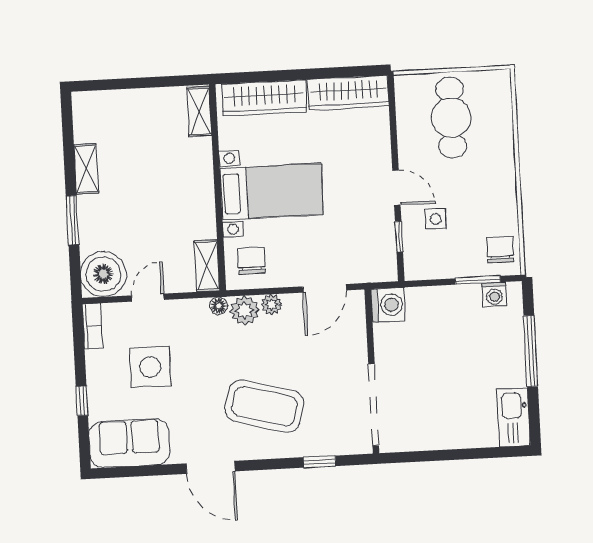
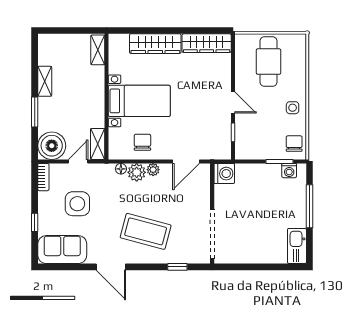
shelving: (199, 112) -> (98, 50), moved
wall: (218, 187) -> (106, 97), moved
bed with nightstands: (272, 192) -> (139, 101), moved
side table: (436, 219) -> (293, 108), moved
shelving: (207, 266) -> (98, 144), moved

